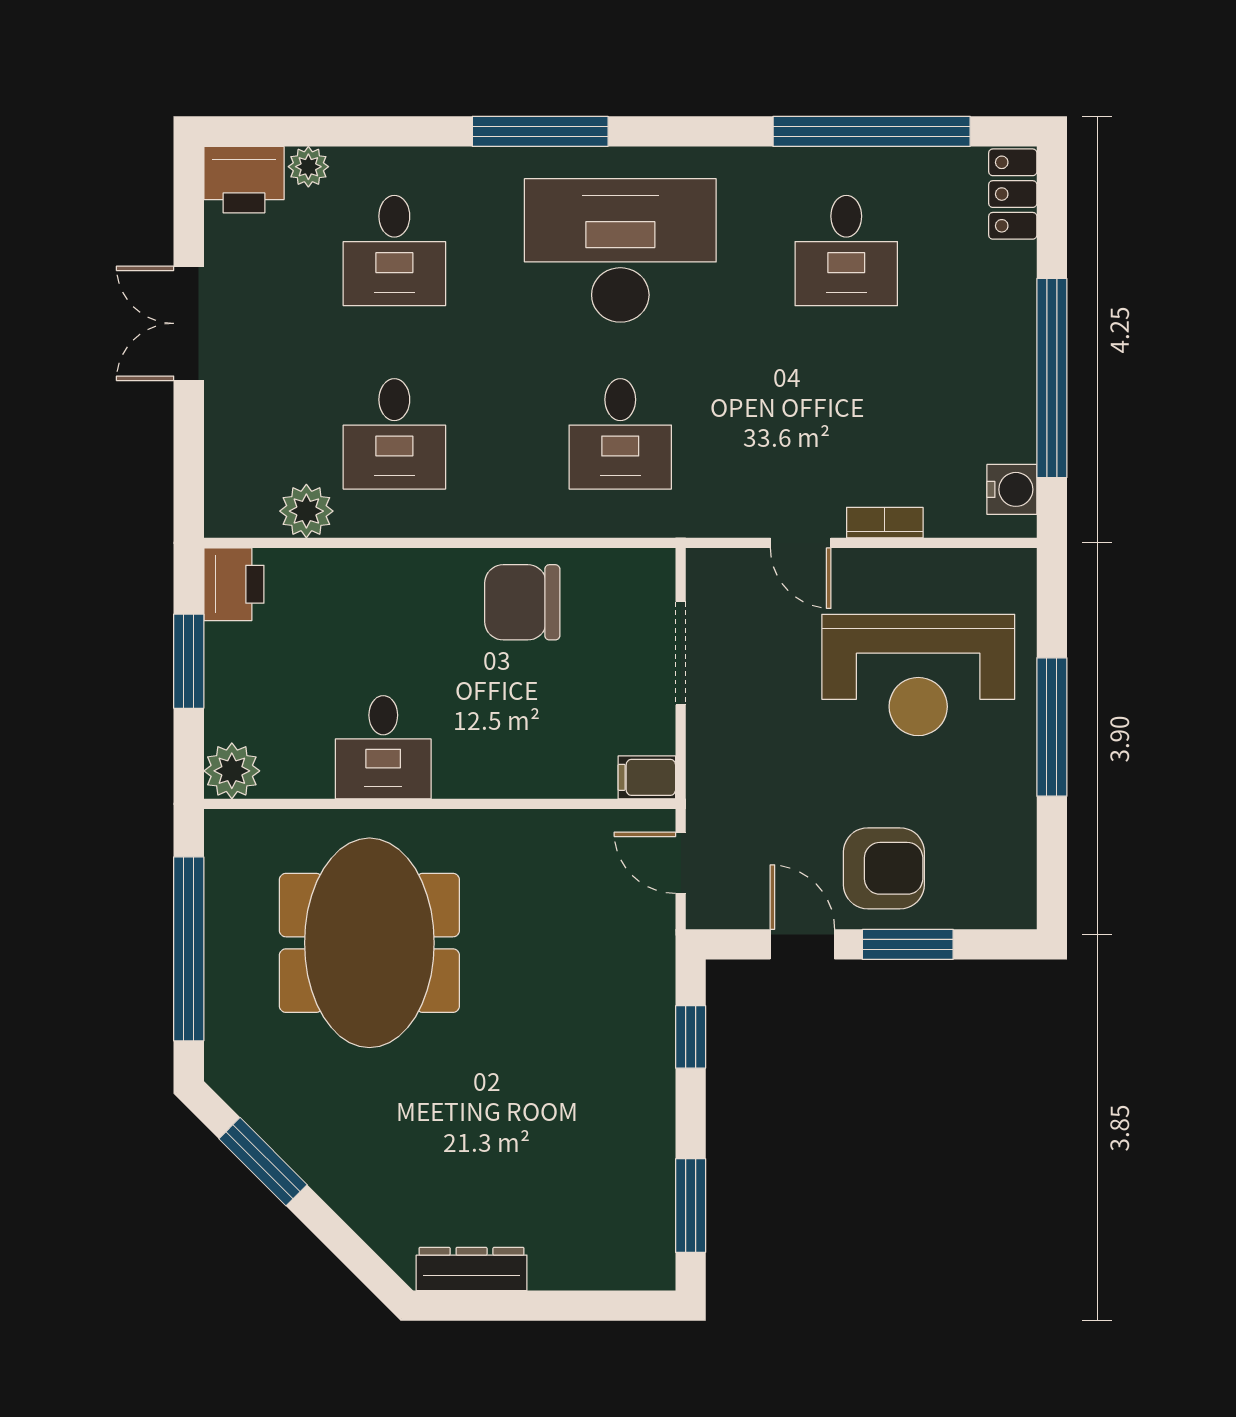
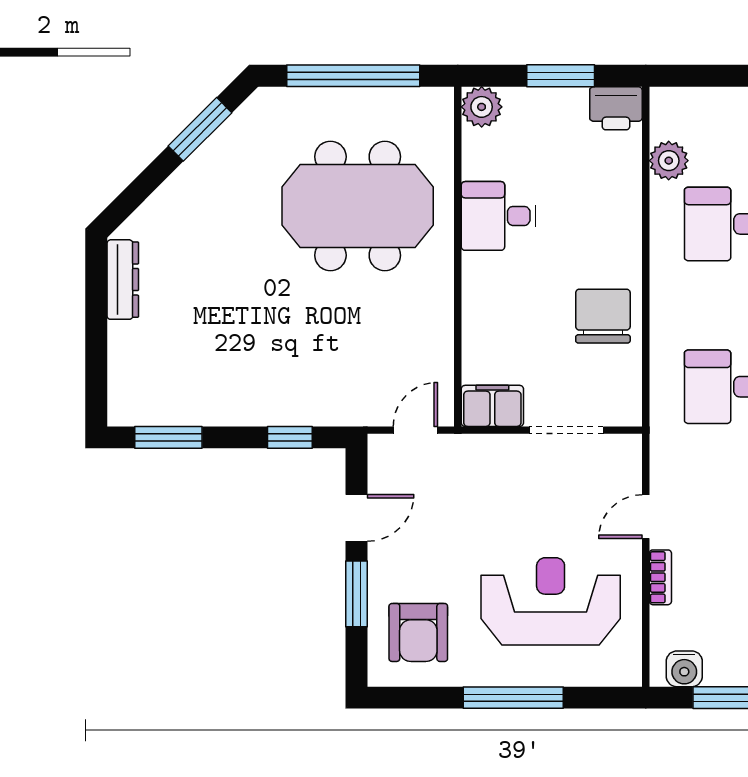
reception desk: (918, 675) -> (551, 601), turned 90
filing cabinet: (647, 777) -> (492, 406), width x2.00
armchair: (884, 868) -> (418, 632), moved

